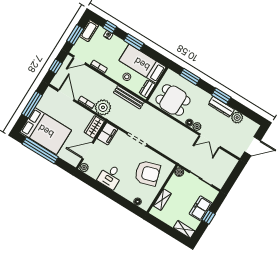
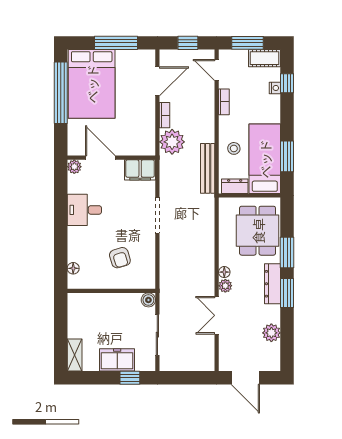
window: (134, 42) -> (287, 156), moved
window: (190, 77) -> (287, 253), moved
dining table: (173, 100) -> (258, 231), moved
dresser: (221, 107) -> (273, 284), moved
wardrobe: (94, 127) -> (138, 146), removed
armchair: (147, 173) -> (120, 258), width x0.53, depth x0.53
shelving: (162, 200) -> (97, 300), removed
window: (209, 217) -> (130, 378), moved

